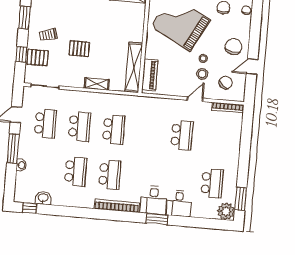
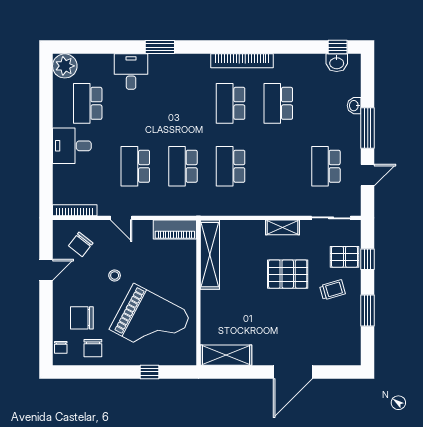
chair: (234, 47) -> (82, 318), moved, turned 80
pallet: (79, 49) -> (288, 274), width x1.50, depth x1.42
stool: (202, 74) -> (114, 254), removed
piano: (150, 75) -> (175, 229), moved, turned -90
shelving: (97, 84) -> (283, 227), moved
door: (195, 99) -> (121, 218), hinge flipped
school desk: (79, 126) -> (183, 166), moved
washbasin: (43, 198) -> (337, 63), moved
window: (241, 199) -> (46, 85), removed
desk: (154, 200) -> (72, 146), moved, turned -90
bookcase: (117, 206) -> (242, 61), moved

